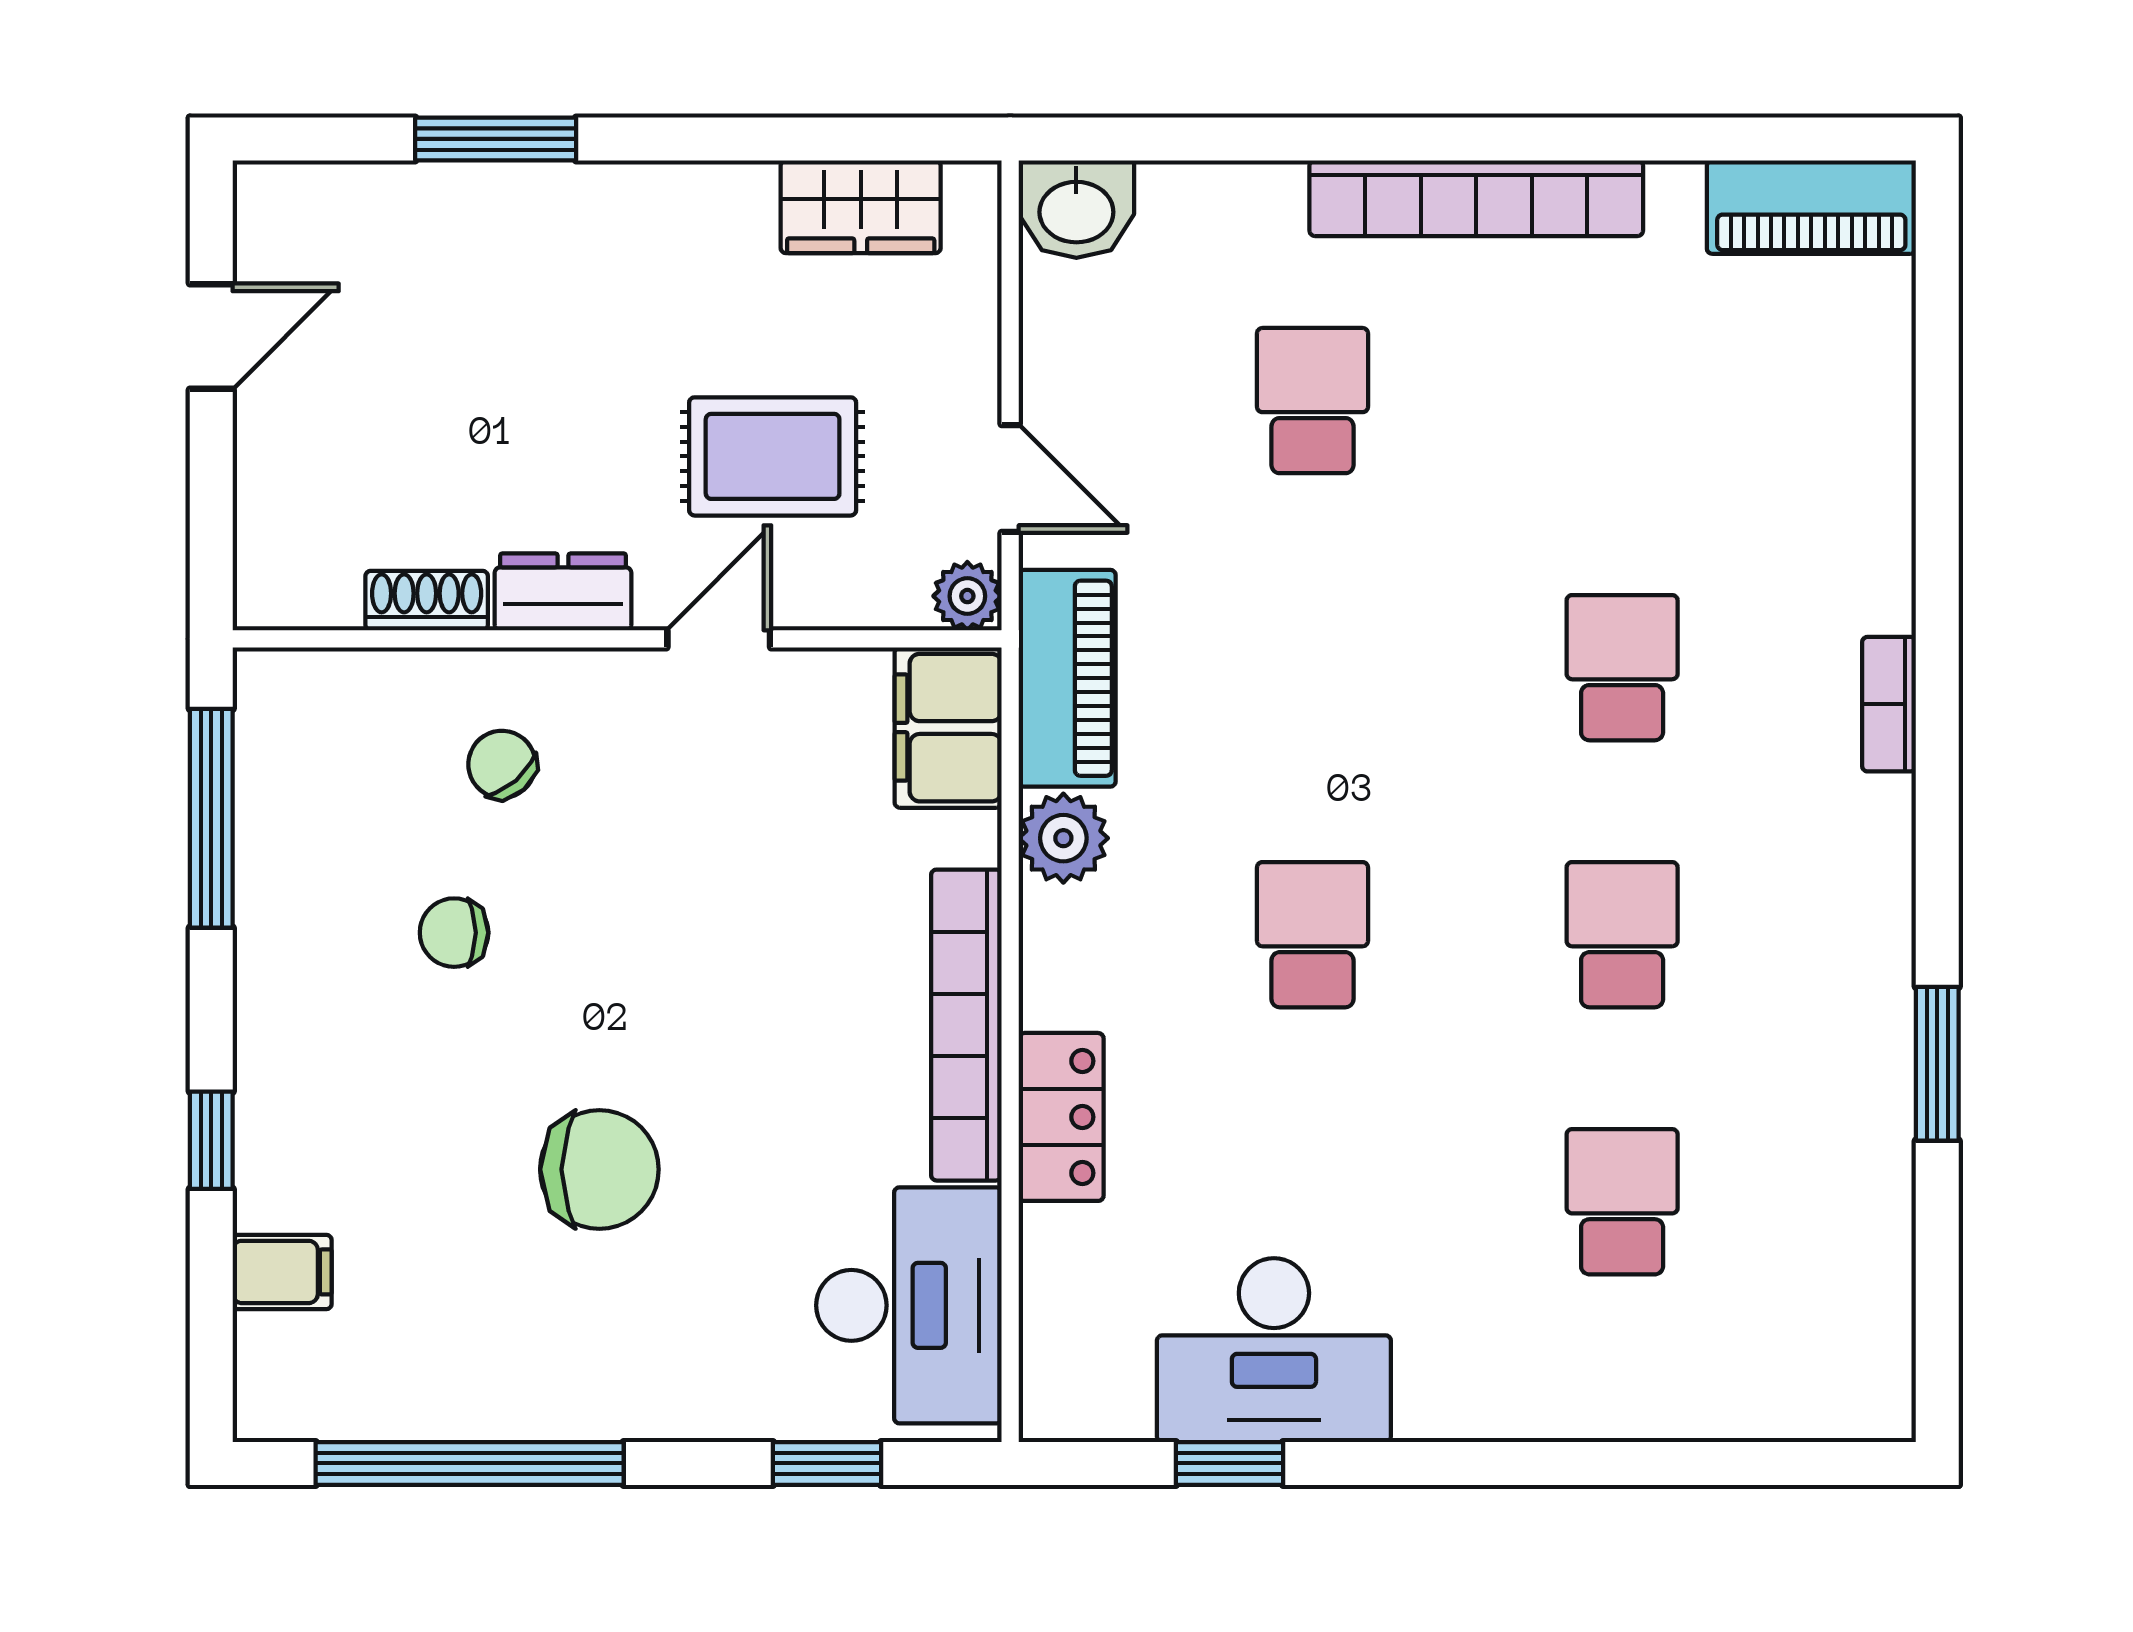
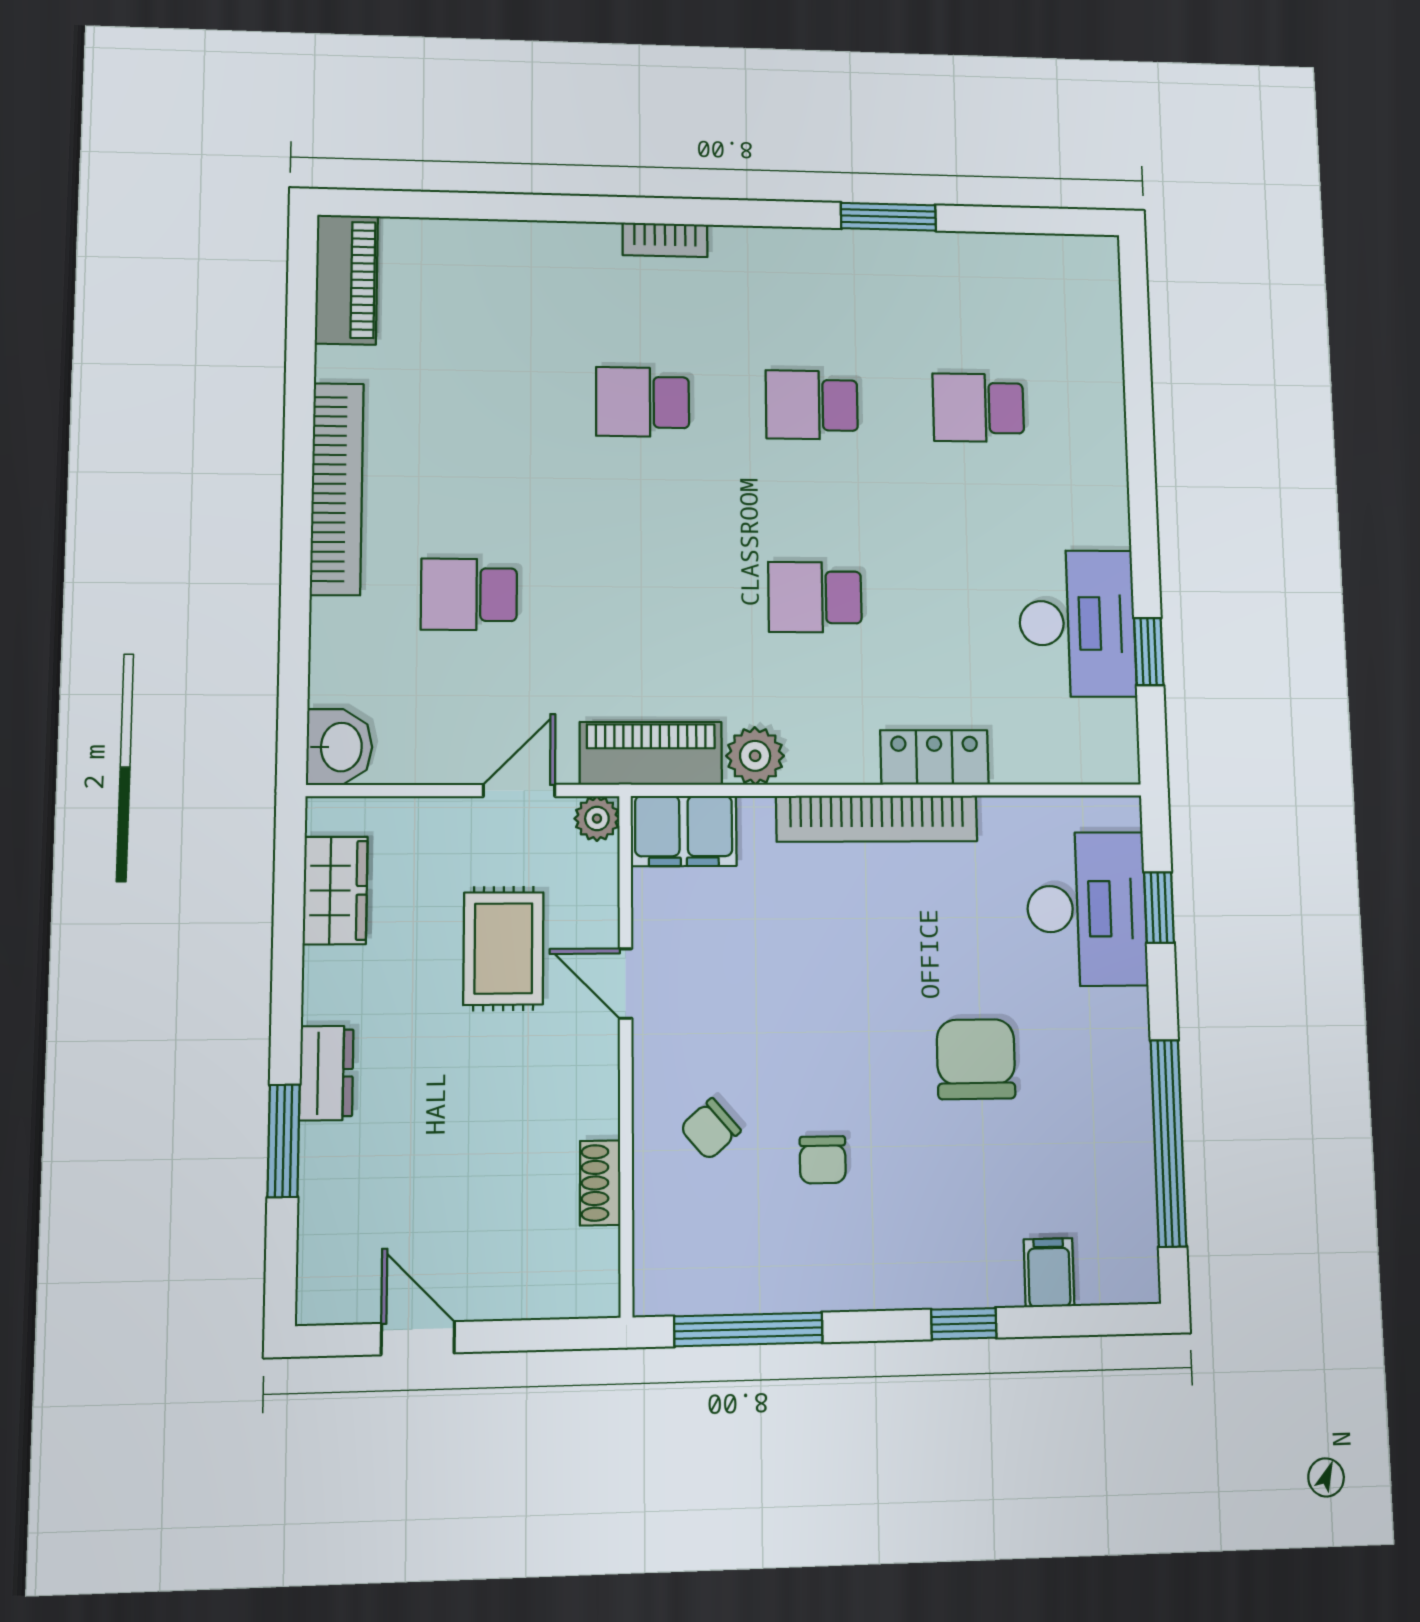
dresser: (563, 592) -> (326, 1073), moved, turned 180
desk: (909, 1305) -> (1087, 909), moved, turned 90

